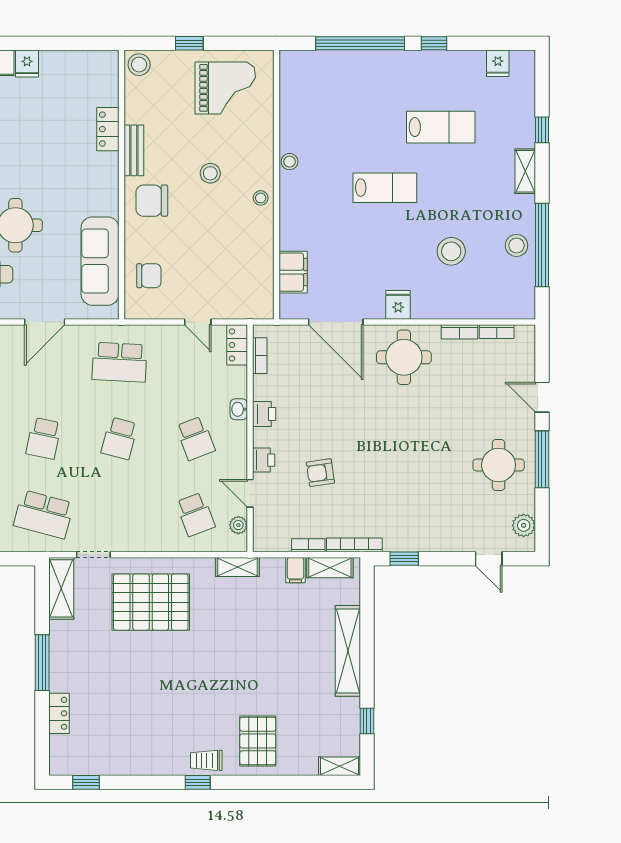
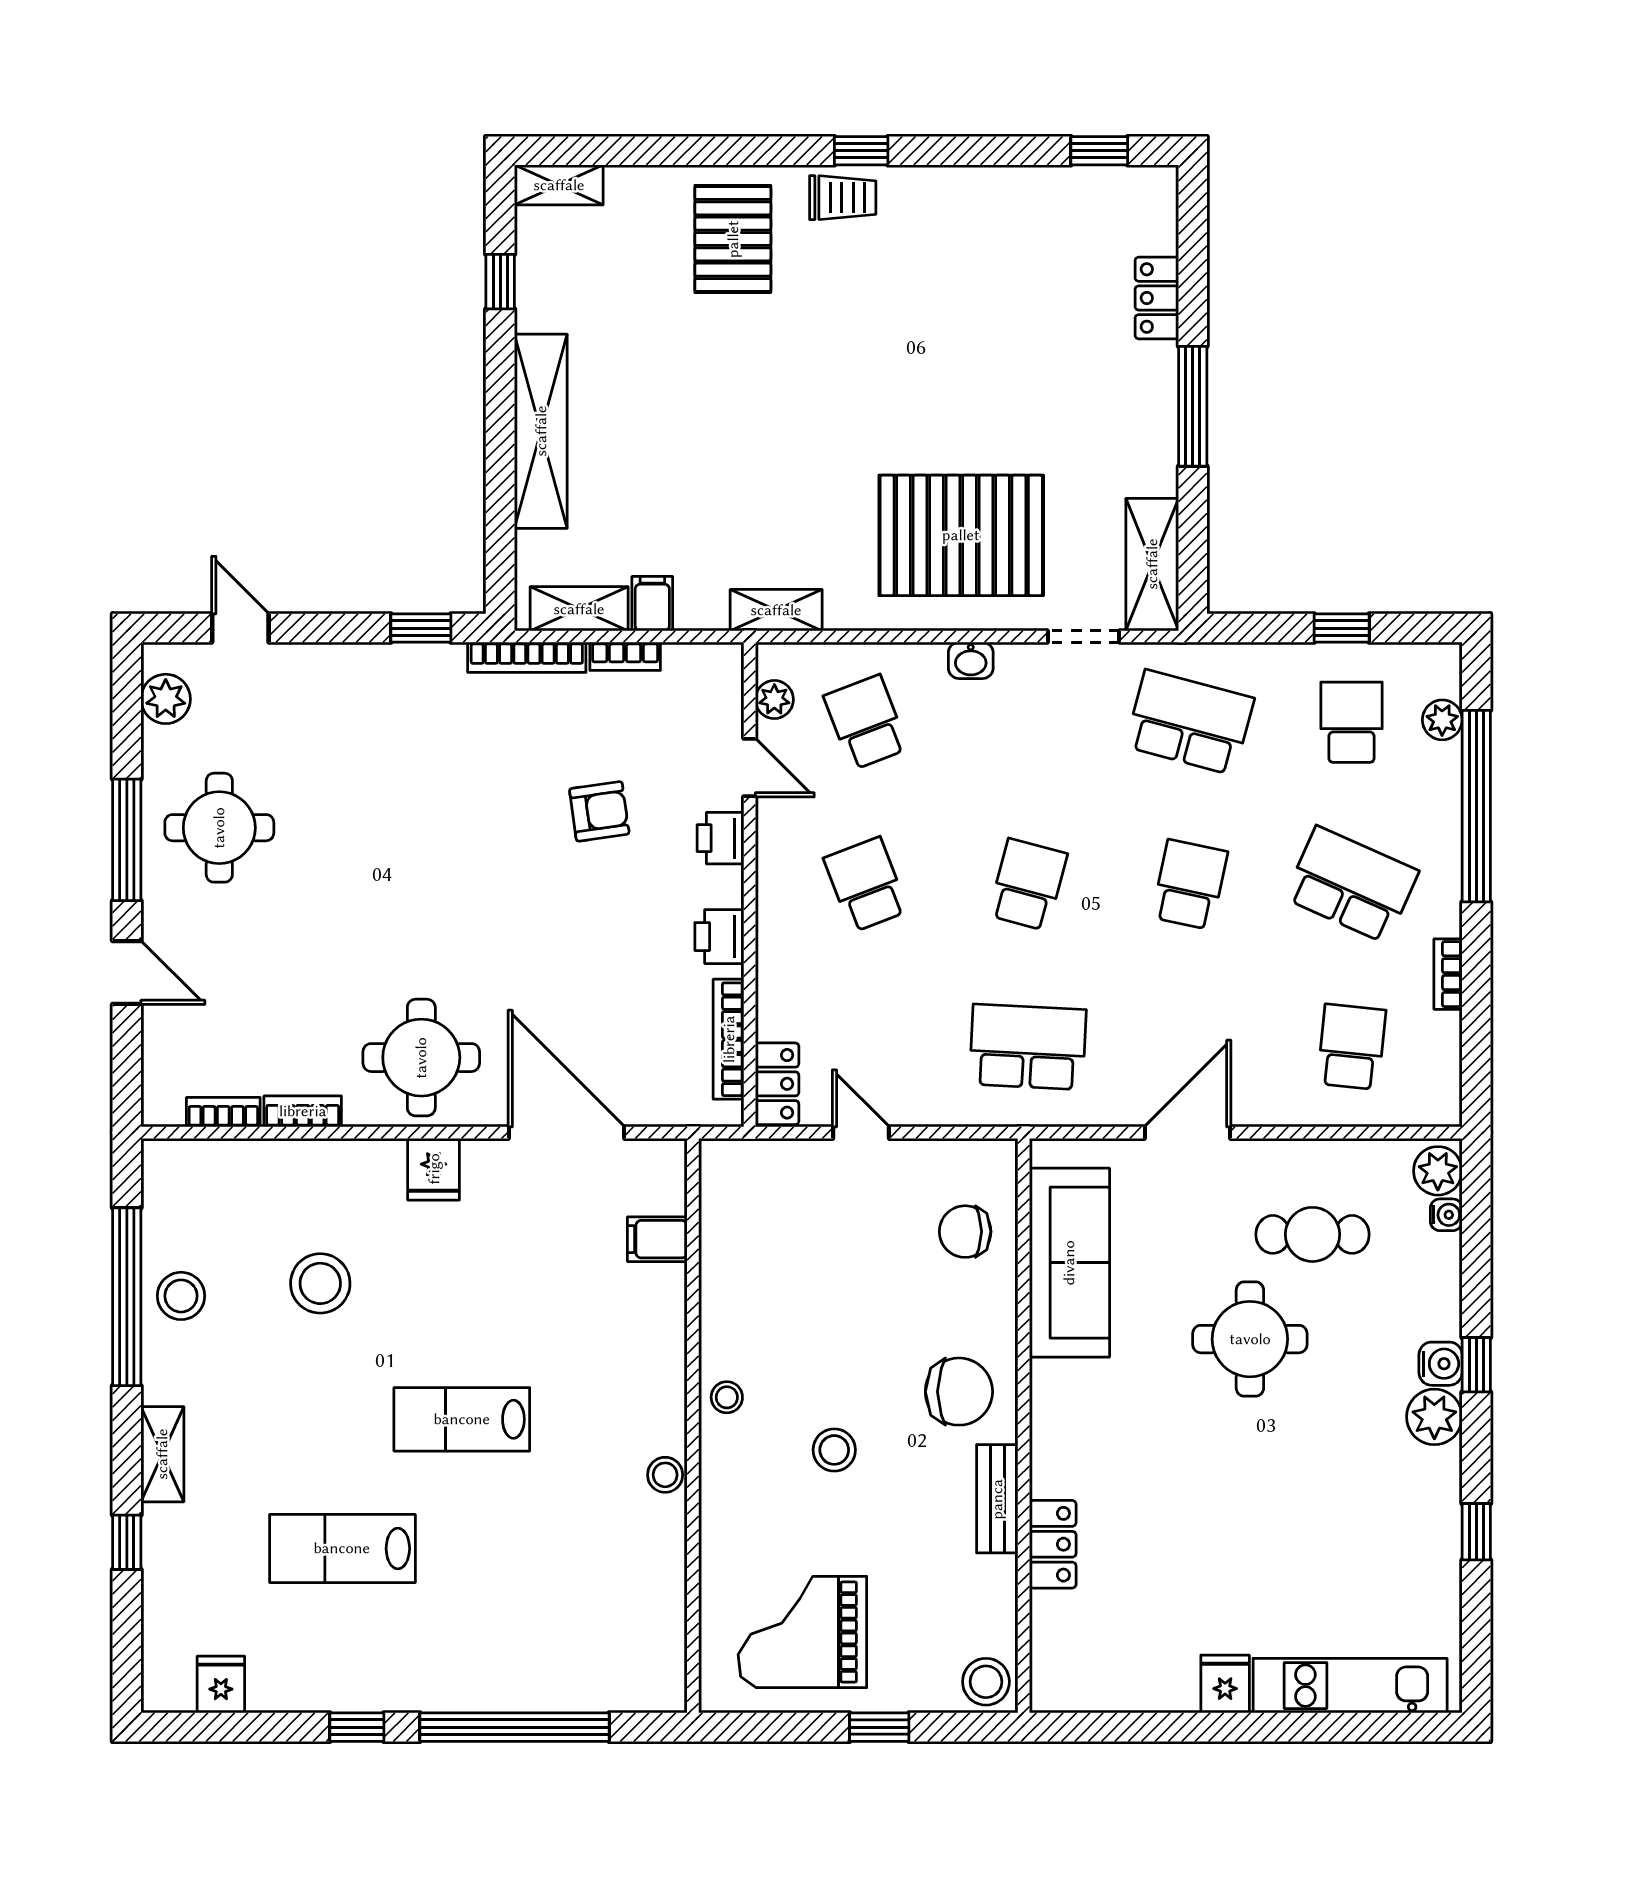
filing cabinet: (293, 272) -> (657, 1239), width x0.50
bookcase: (260, 356) -> (729, 1039), width x1.56
washbasin: (239, 409) -> (971, 660), moved, turned 90

